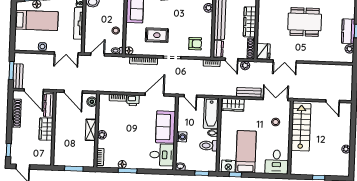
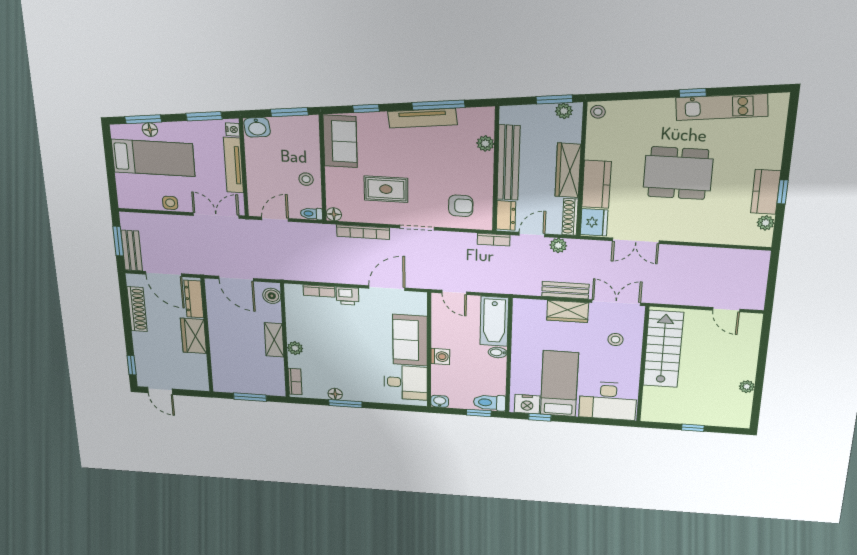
kitchen counter: (264, 29) -> (596, 184), added
double door: (66, 53) -> (216, 216), swing flipped
door: (232, 59) -> (532, 235), swing flipped
wardrobe: (233, 105) -> (568, 311), moved
toilet: (209, 146) -> (490, 403), moved
desk: (276, 162) -> (608, 401), width x1.37

